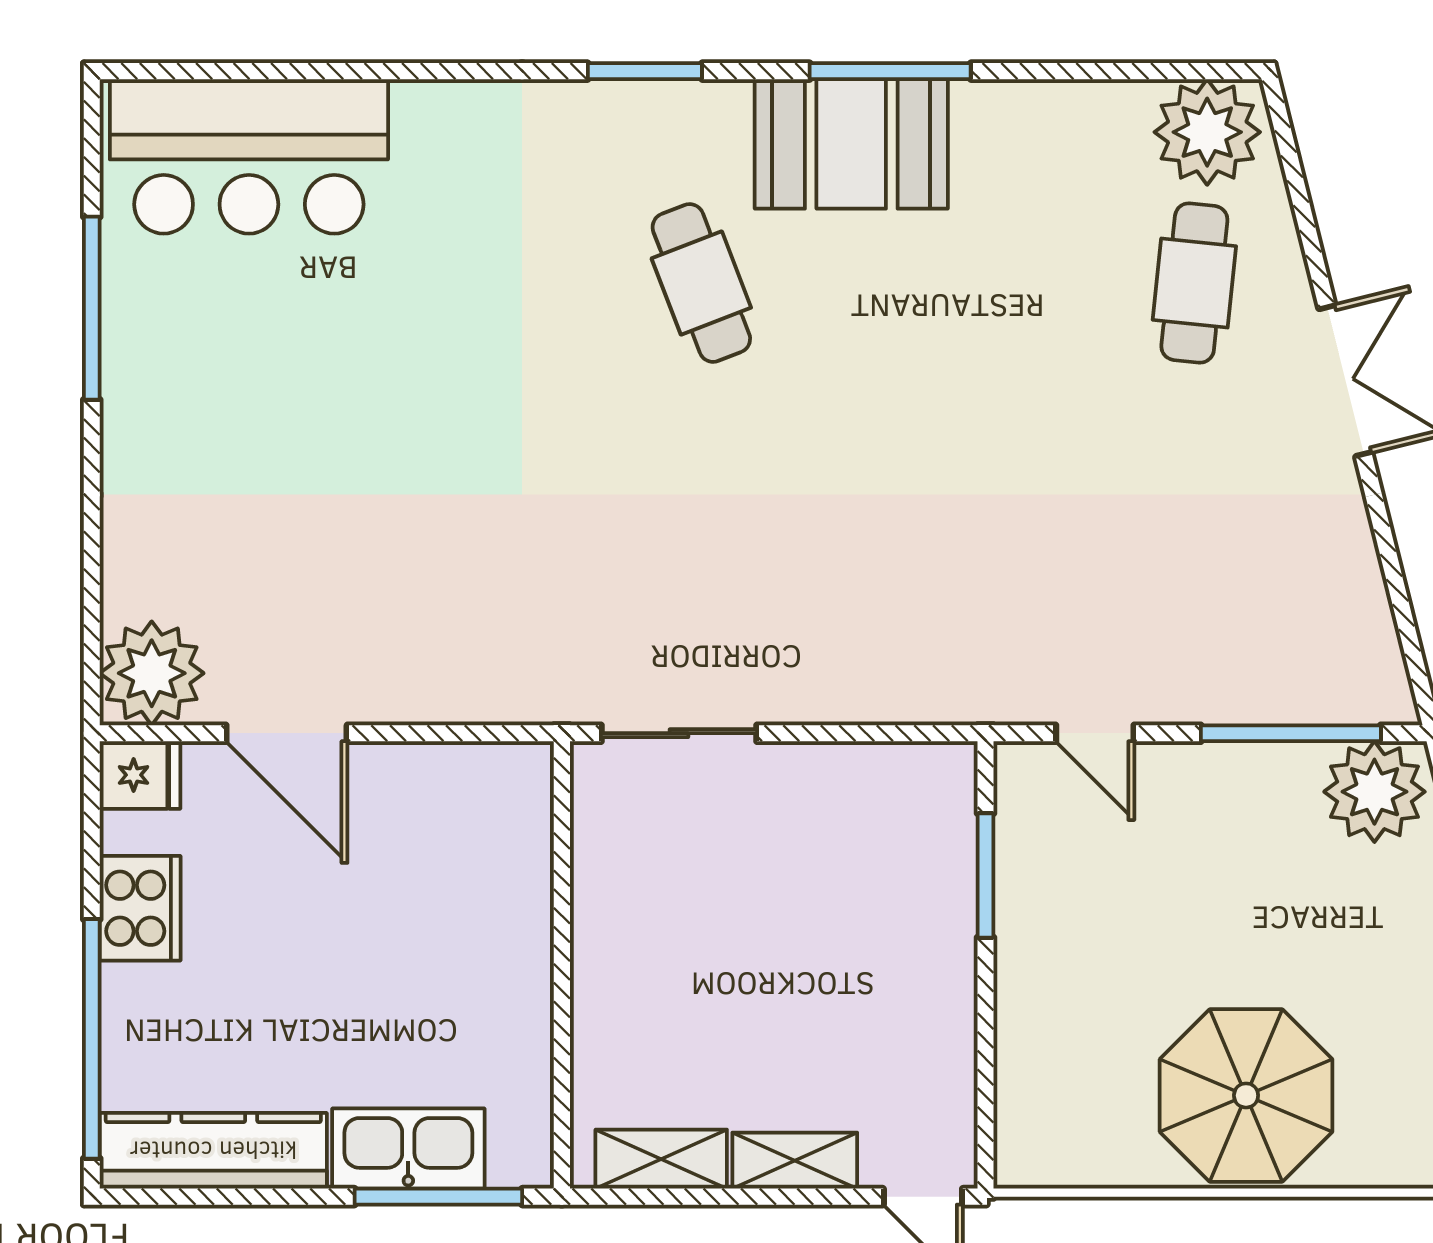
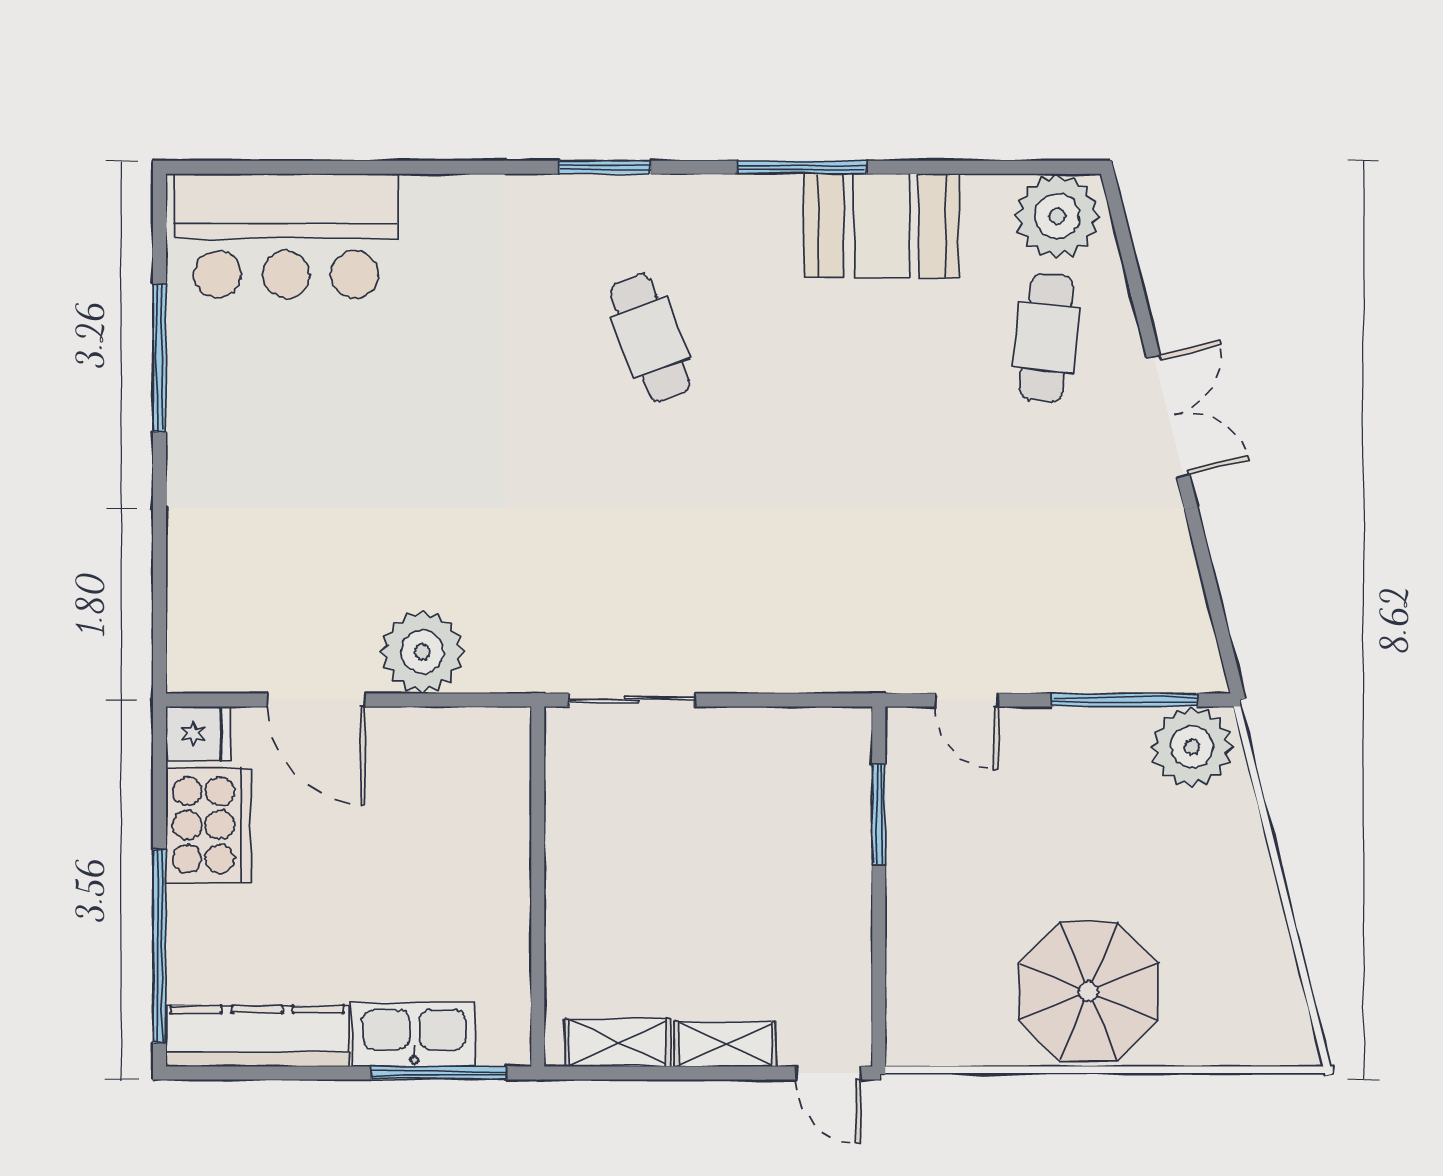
booth: (851, 144) -> (882, 226), moved
plant: (152, 673) -> (422, 652), moved
cooker: (140, 908) -> (209, 825), width x1.37, depth x1.31

